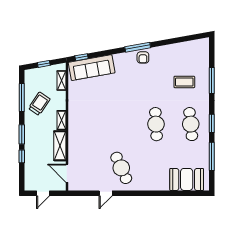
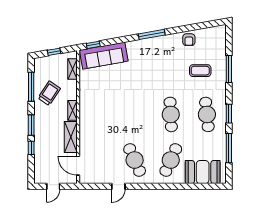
armchair: (143, 57) -> (189, 40), moved
cafe table: (156, 168) -> (171, 160), added

